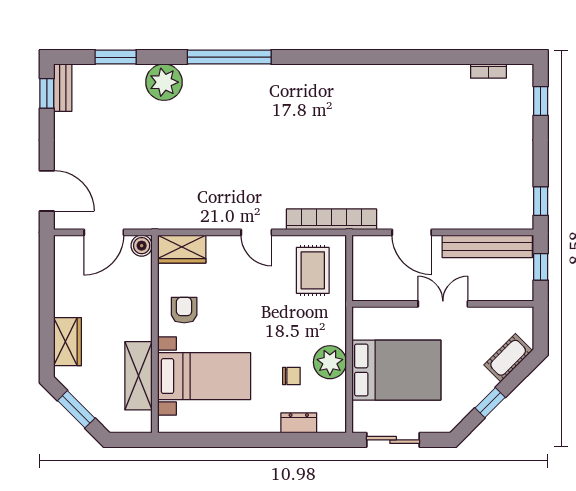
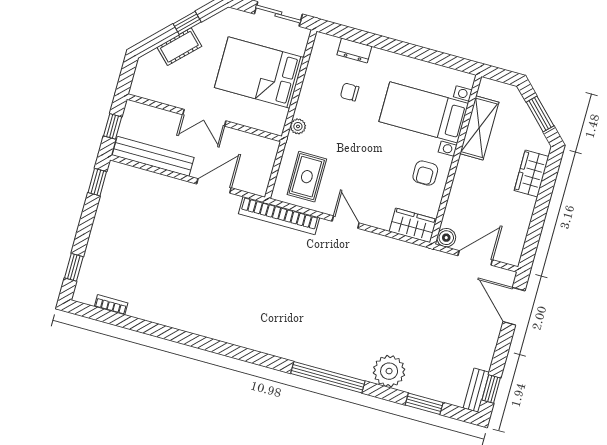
door: (412, 232) -> (214, 186), hinge flipped
cot: (508, 358) -> (179, 47), moved
plant: (330, 362) -> (298, 126), moved, width x0.53, depth x0.53

